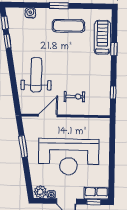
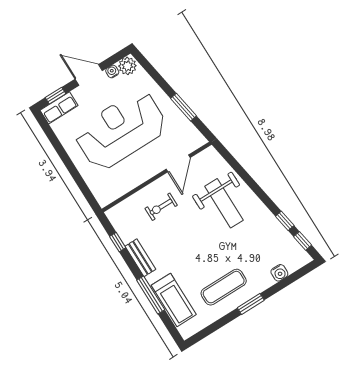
window: (114, 49) -> (151, 295), width x2.17
bench: (106, 75) -> (140, 258), added

